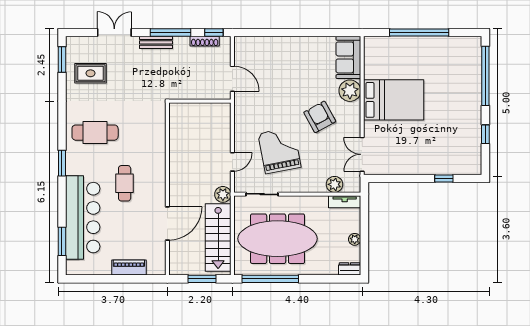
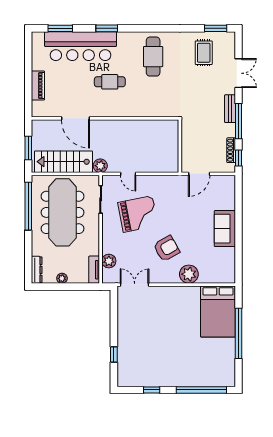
sofa: (348, 57) -> (225, 229), moved, turned -90
bed: (394, 100) -> (218, 312), moved
window: (62, 163) -> (107, 28), moved
dresser: (350, 269) -> (37, 270), width x1.44

